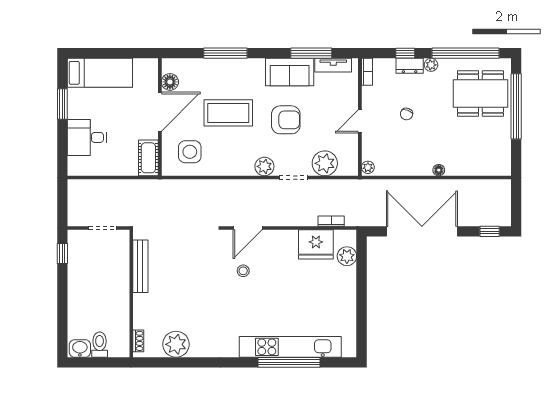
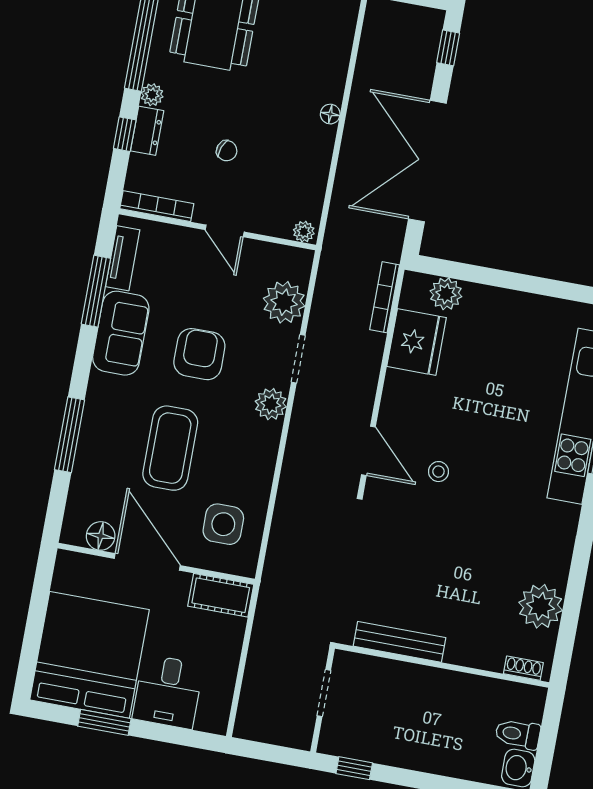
bookcase: (367, 72) -> (157, 206), width x1.56
bed: (100, 73) -> (89, 655), width x2.04
bookcase: (331, 221) -> (385, 297), width x1.56

